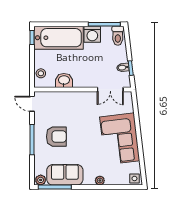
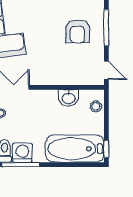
washing machine: (92, 34) -> (22, 153), moved
armchair: (56, 137) -> (77, 31), turned -90

